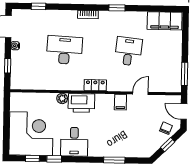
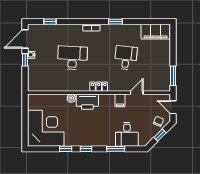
window: (8, 66) -> (25, 60), moved
desk: (74, 142) -> (127, 134), moved
window: (32, 159) -> (86, 149), moved

